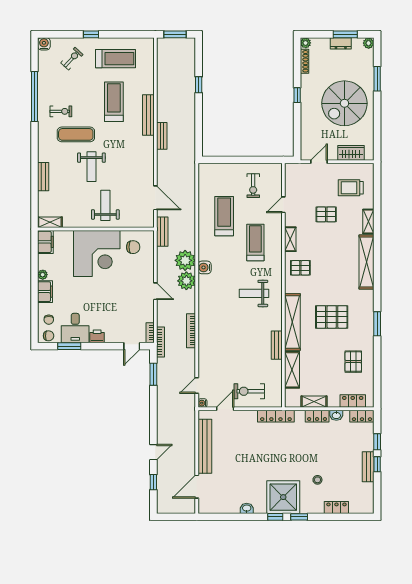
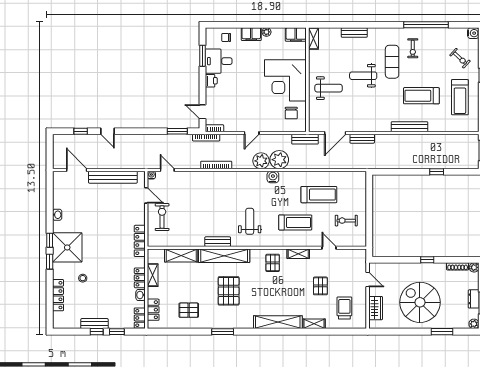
treadmill: (114, 102) -> (421, 96), turned 180
bench: (162, 136) -> (362, 139), moved
chair: (49, 336) -> (212, 37), removed
bench: (277, 345) -> (218, 242), moved
locker: (336, 507) -> (58, 295), width x1.53

